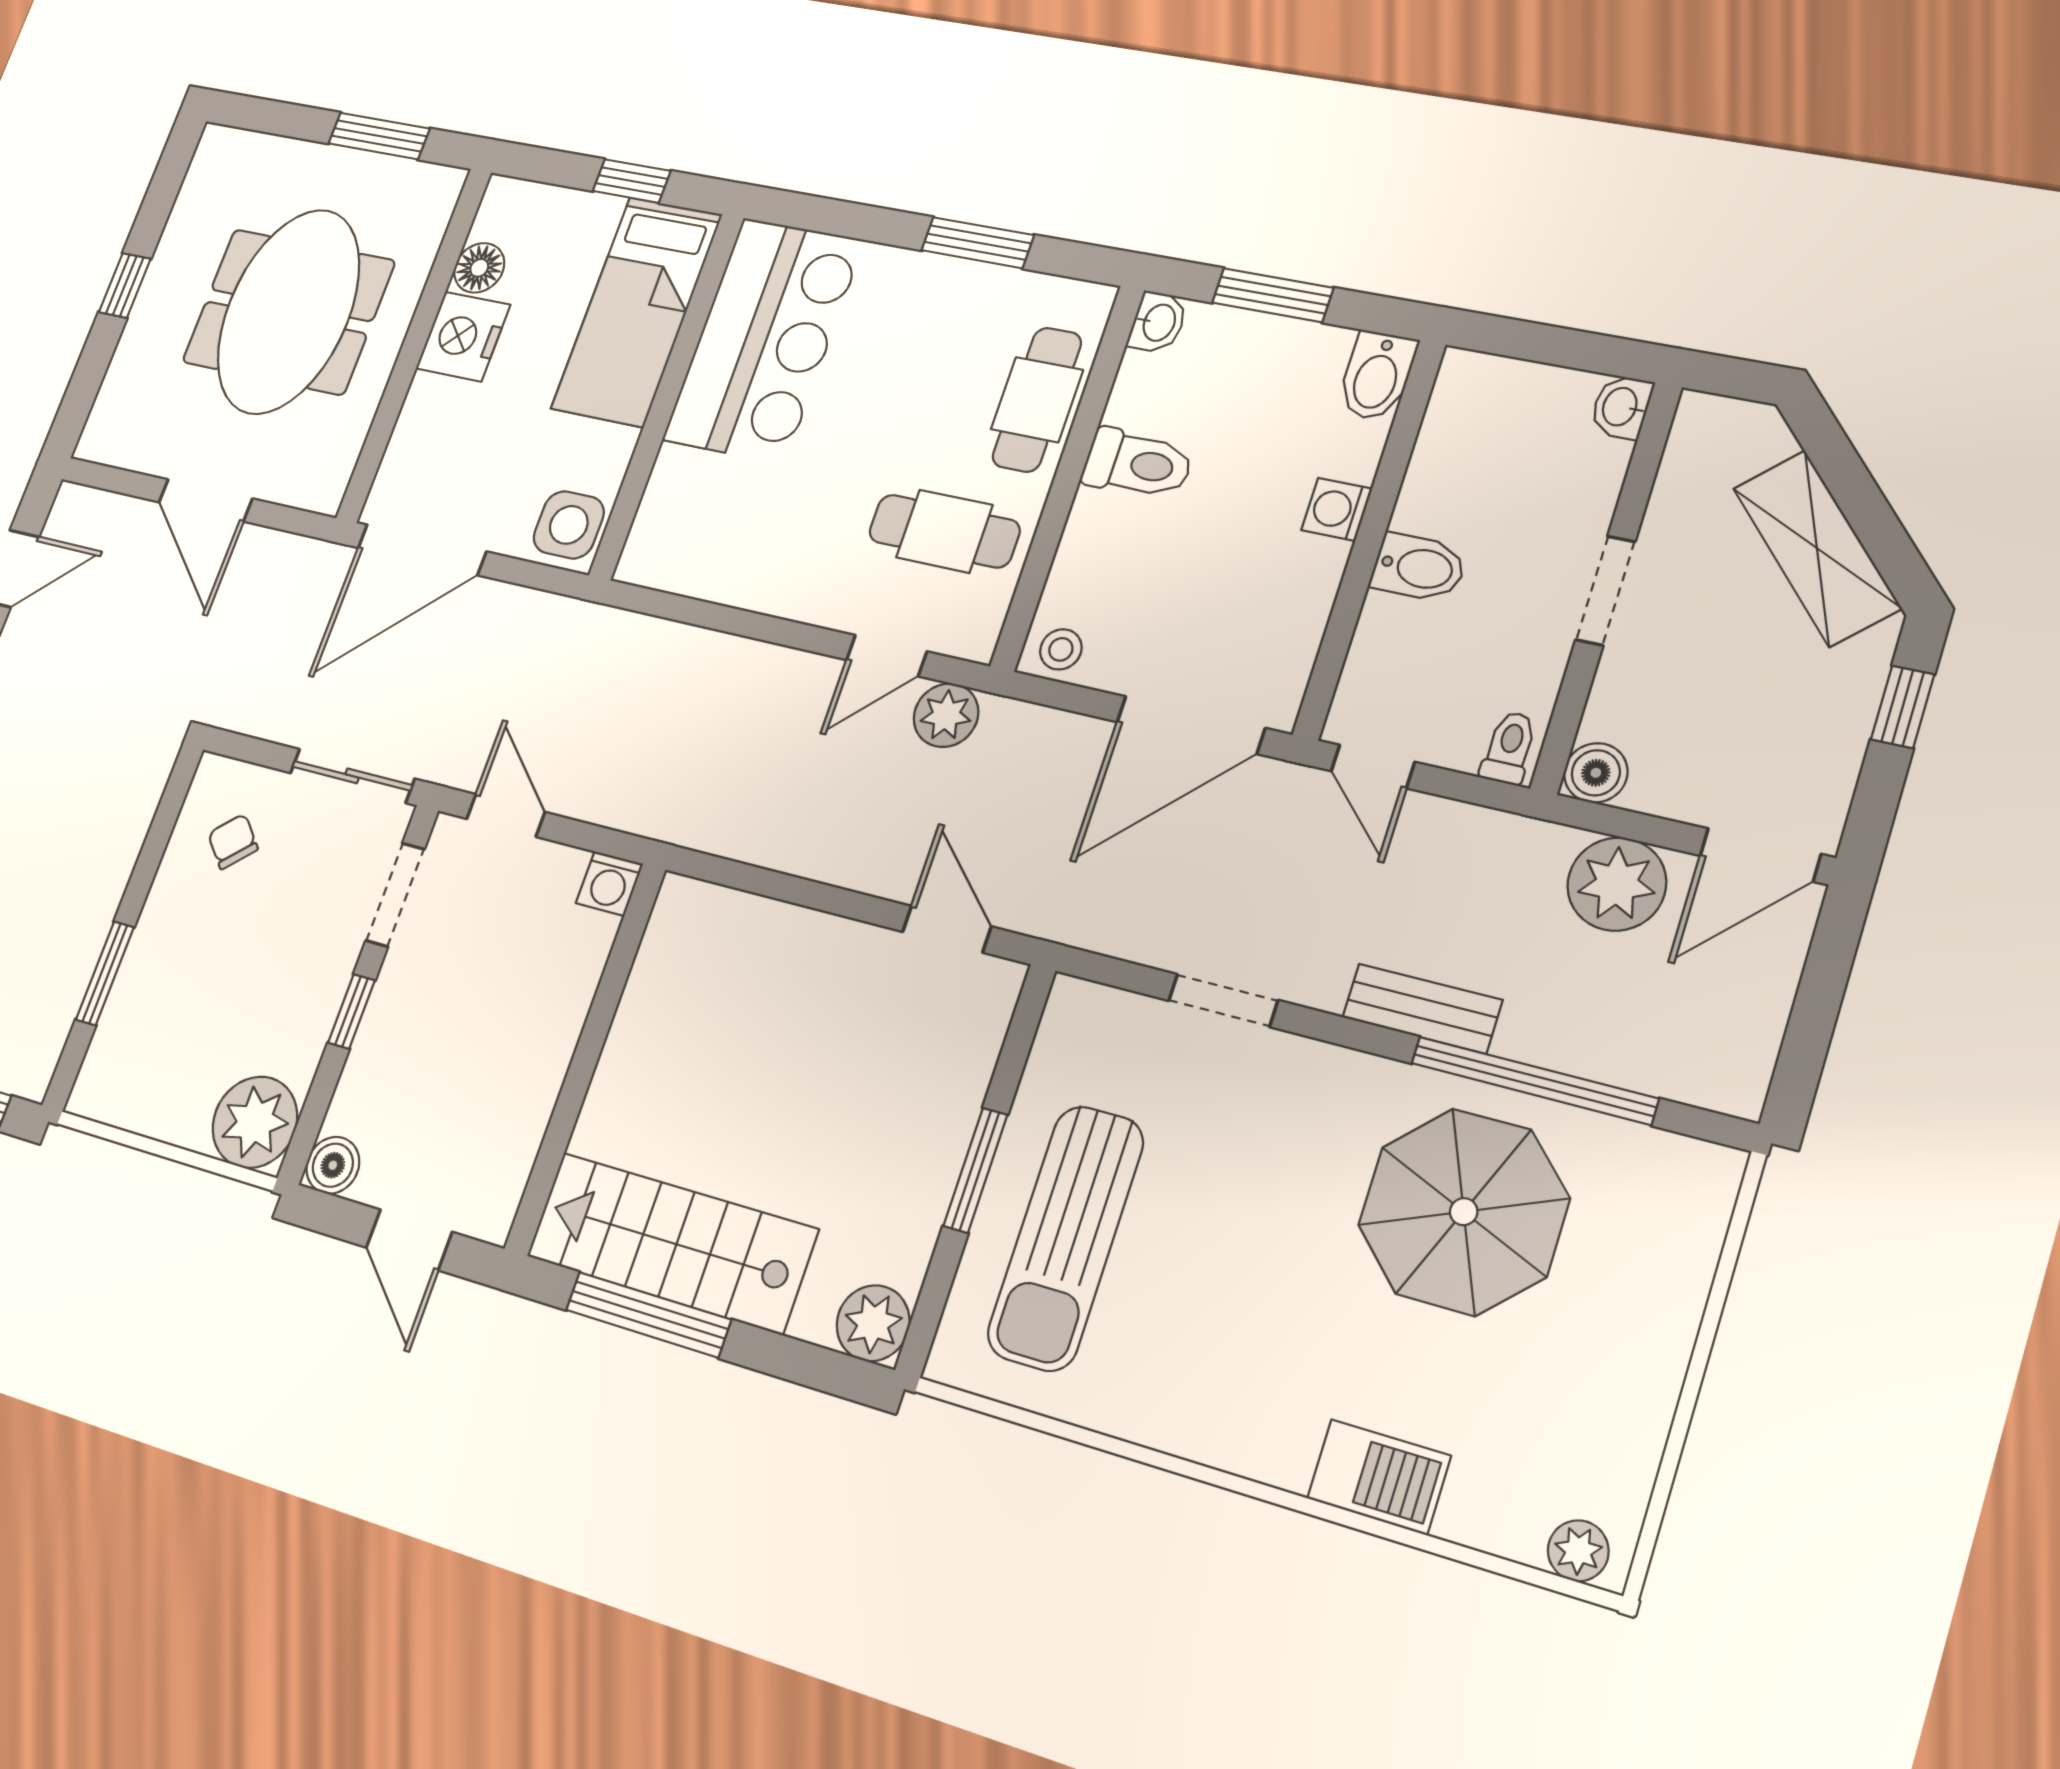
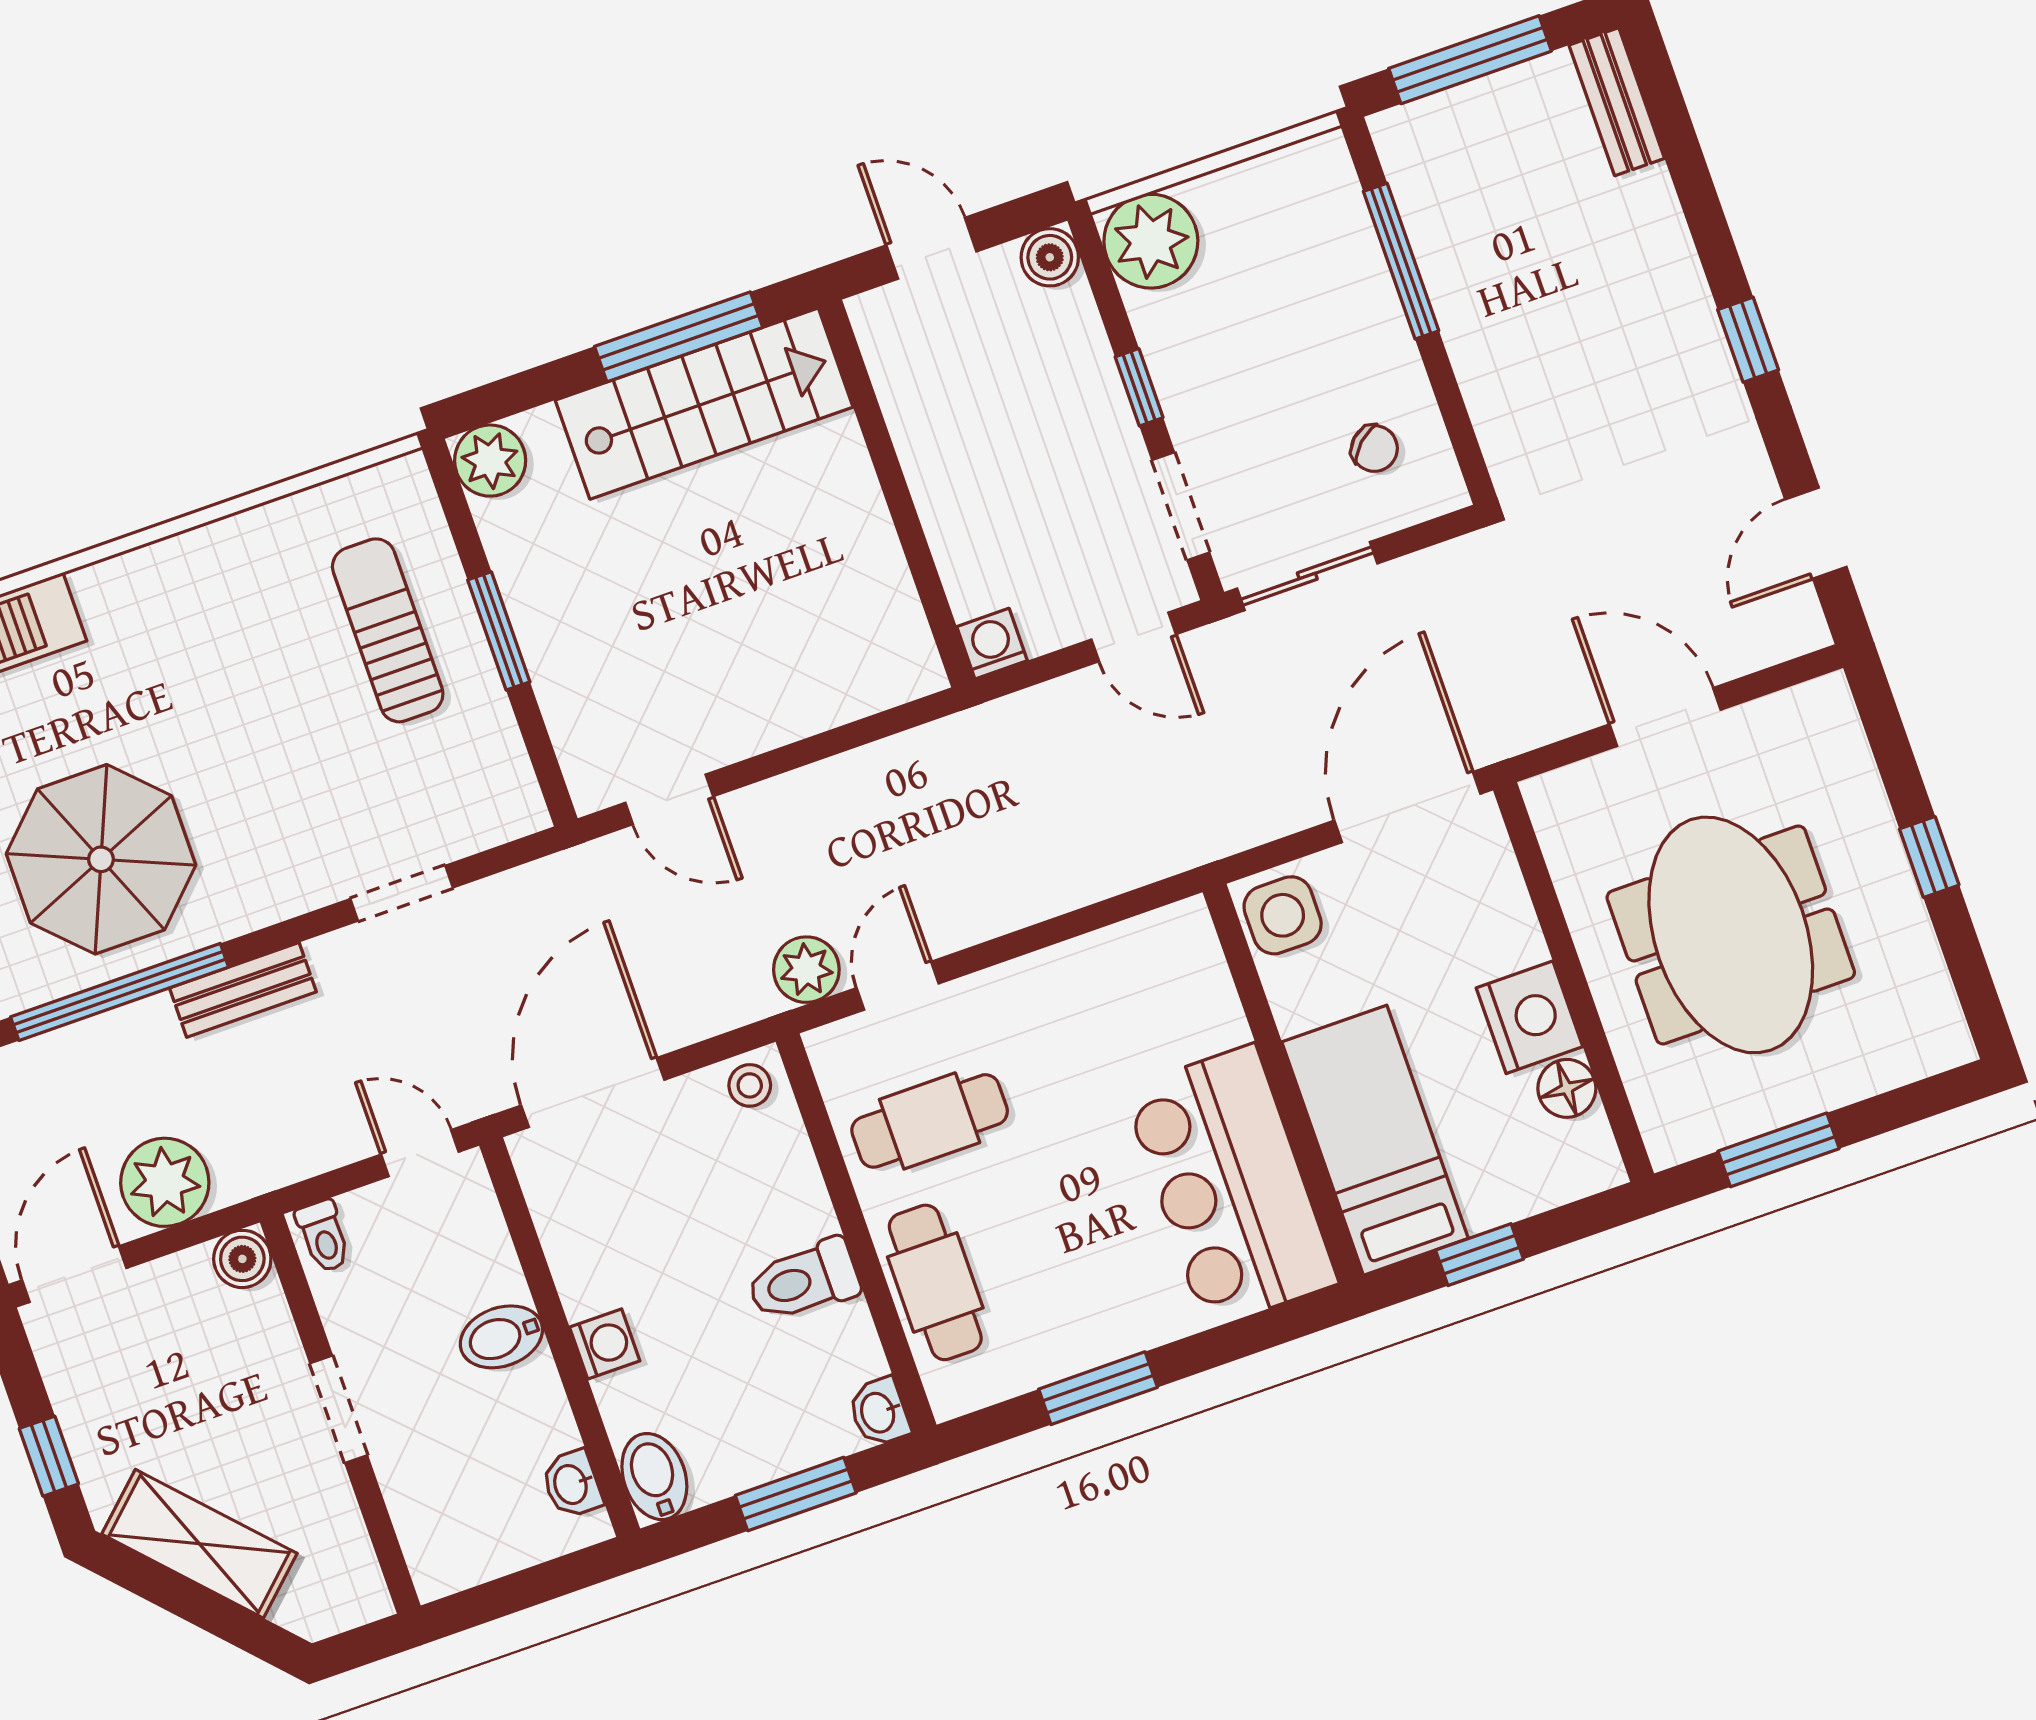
washbasin: (1621, 407) -> (572, 1484), moved, turned 180
window: (105, 973) -> (1401, 261), width x1.44
sun lounger: (1066, 1238) -> (388, 630), width x0.73, depth x0.75

